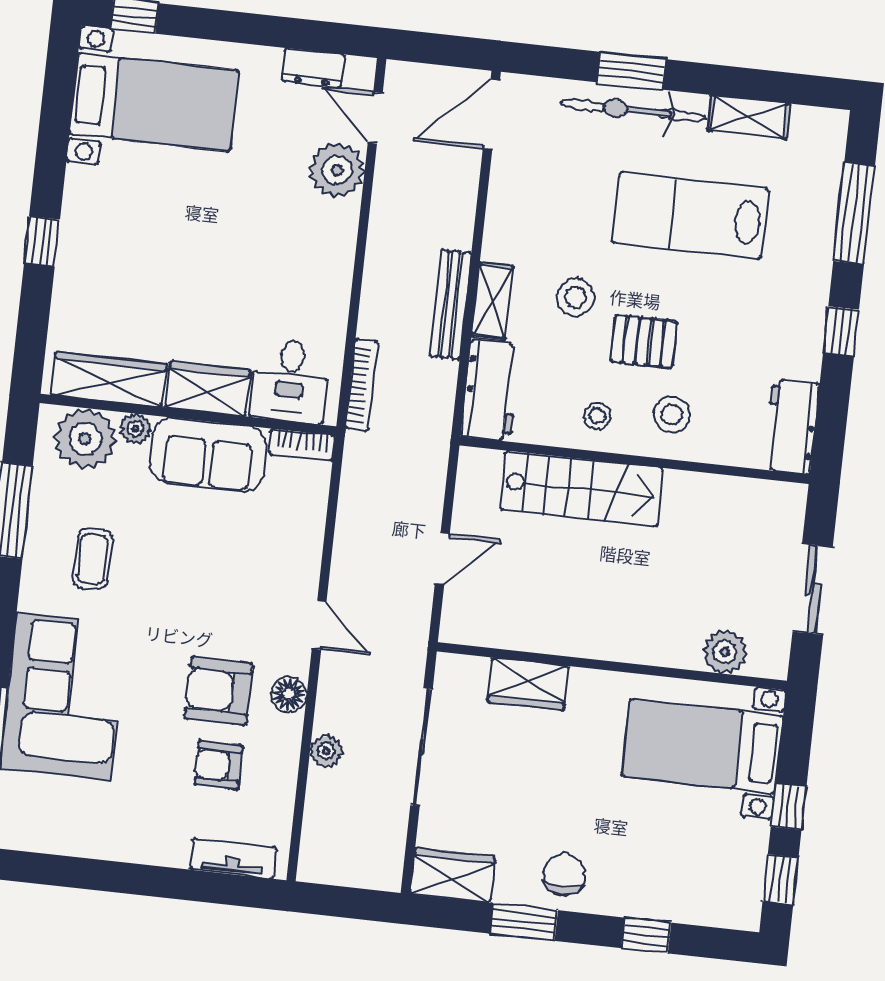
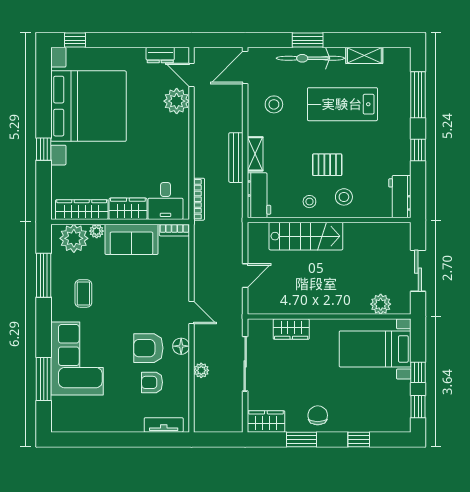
bed with nightstands: (154, 102) -> (88, 106), width x1.85
stool: (576, 297) -> (274, 104), moved

